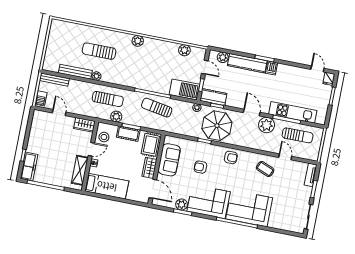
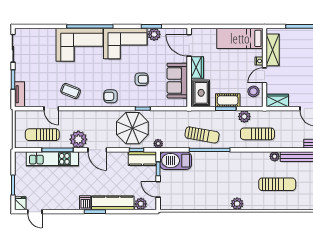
plant: (184, 50) -> (184, 203), removed

